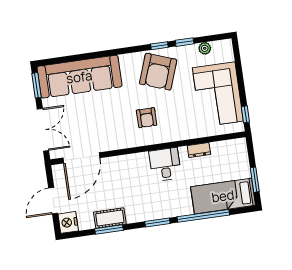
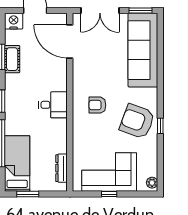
window: (185, 42) -> (160, 149), removed
plant: (205, 48) -> (152, 183), moved
window: (245, 114) -> (109, 194), moved
dresser: (199, 150) -> (62, 168), moved, width x1.44
desk: (165, 164) -> (53, 105), moved

